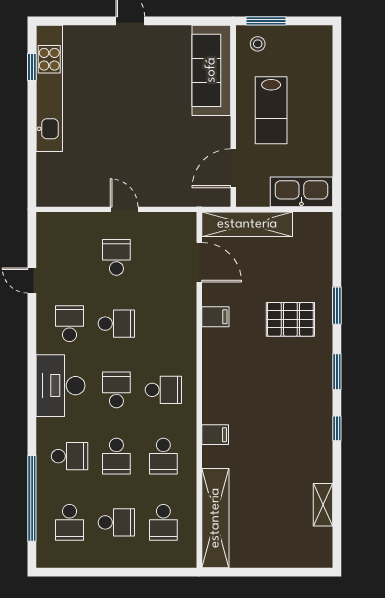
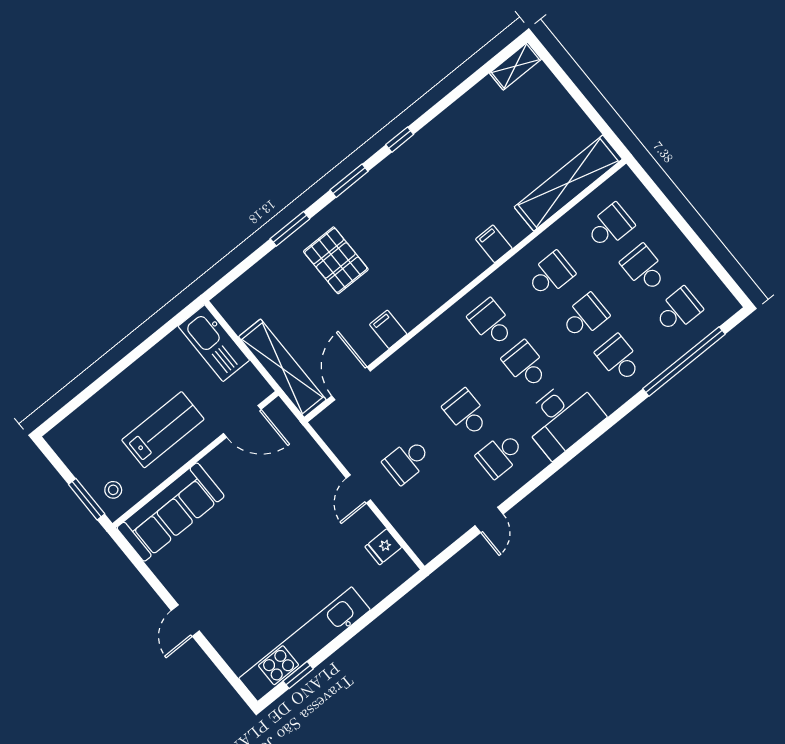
fridge: (72, 194) -> (383, 547), added
school desk: (116, 390) -> (525, 365), turned 90
shelving: (323, 505) -> (515, 66), moved

